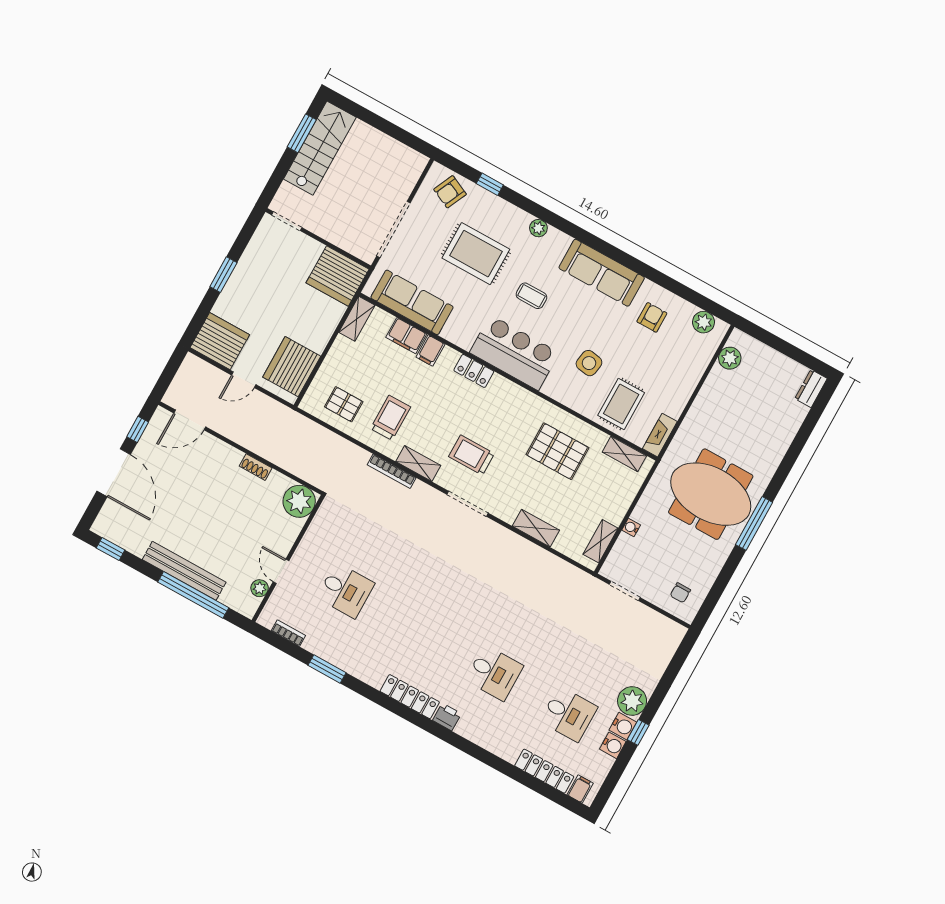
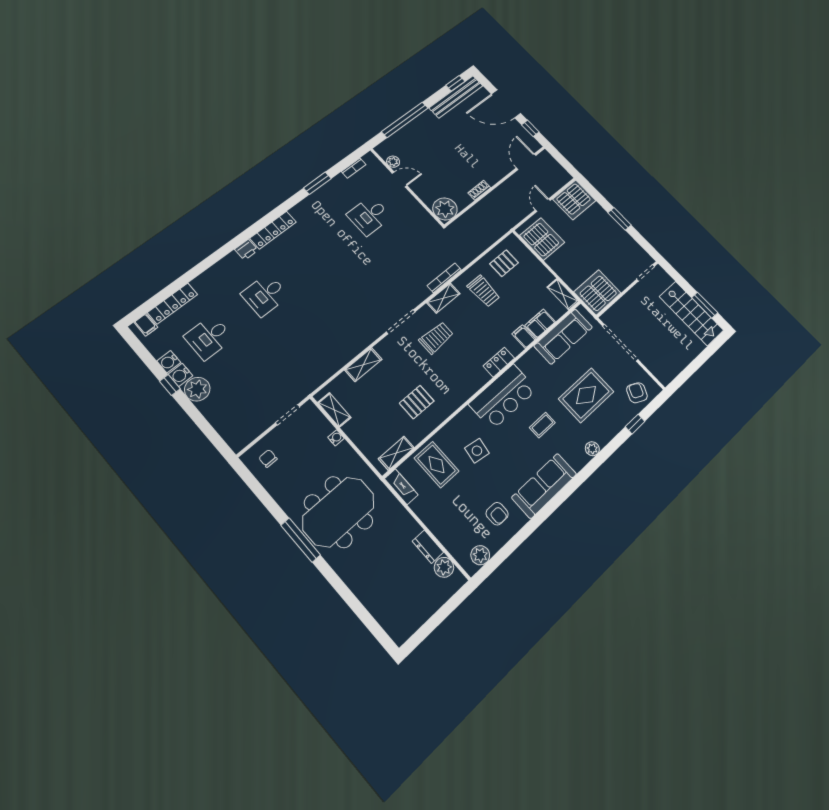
dresser: (811, 389) -> (428, 547), moved, turned 180
pallet: (557, 451) -> (417, 402), width x0.67, depth x0.71
bench: (184, 571) -> (456, 97), moved

